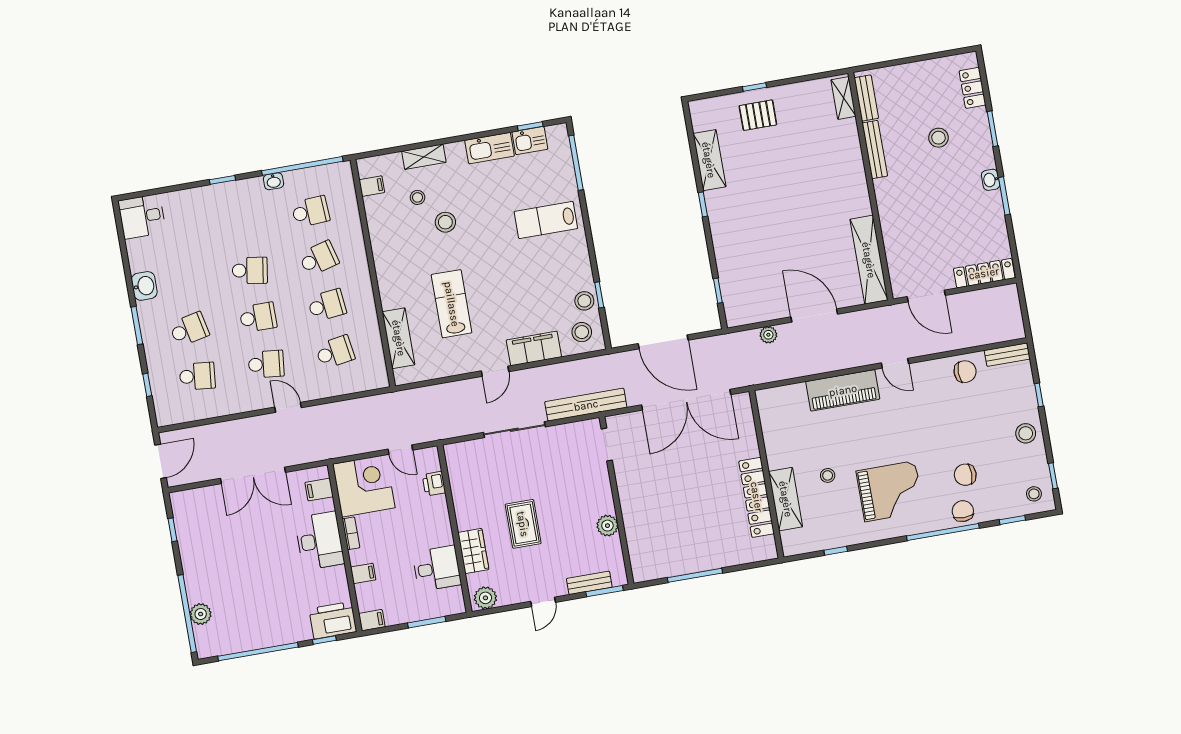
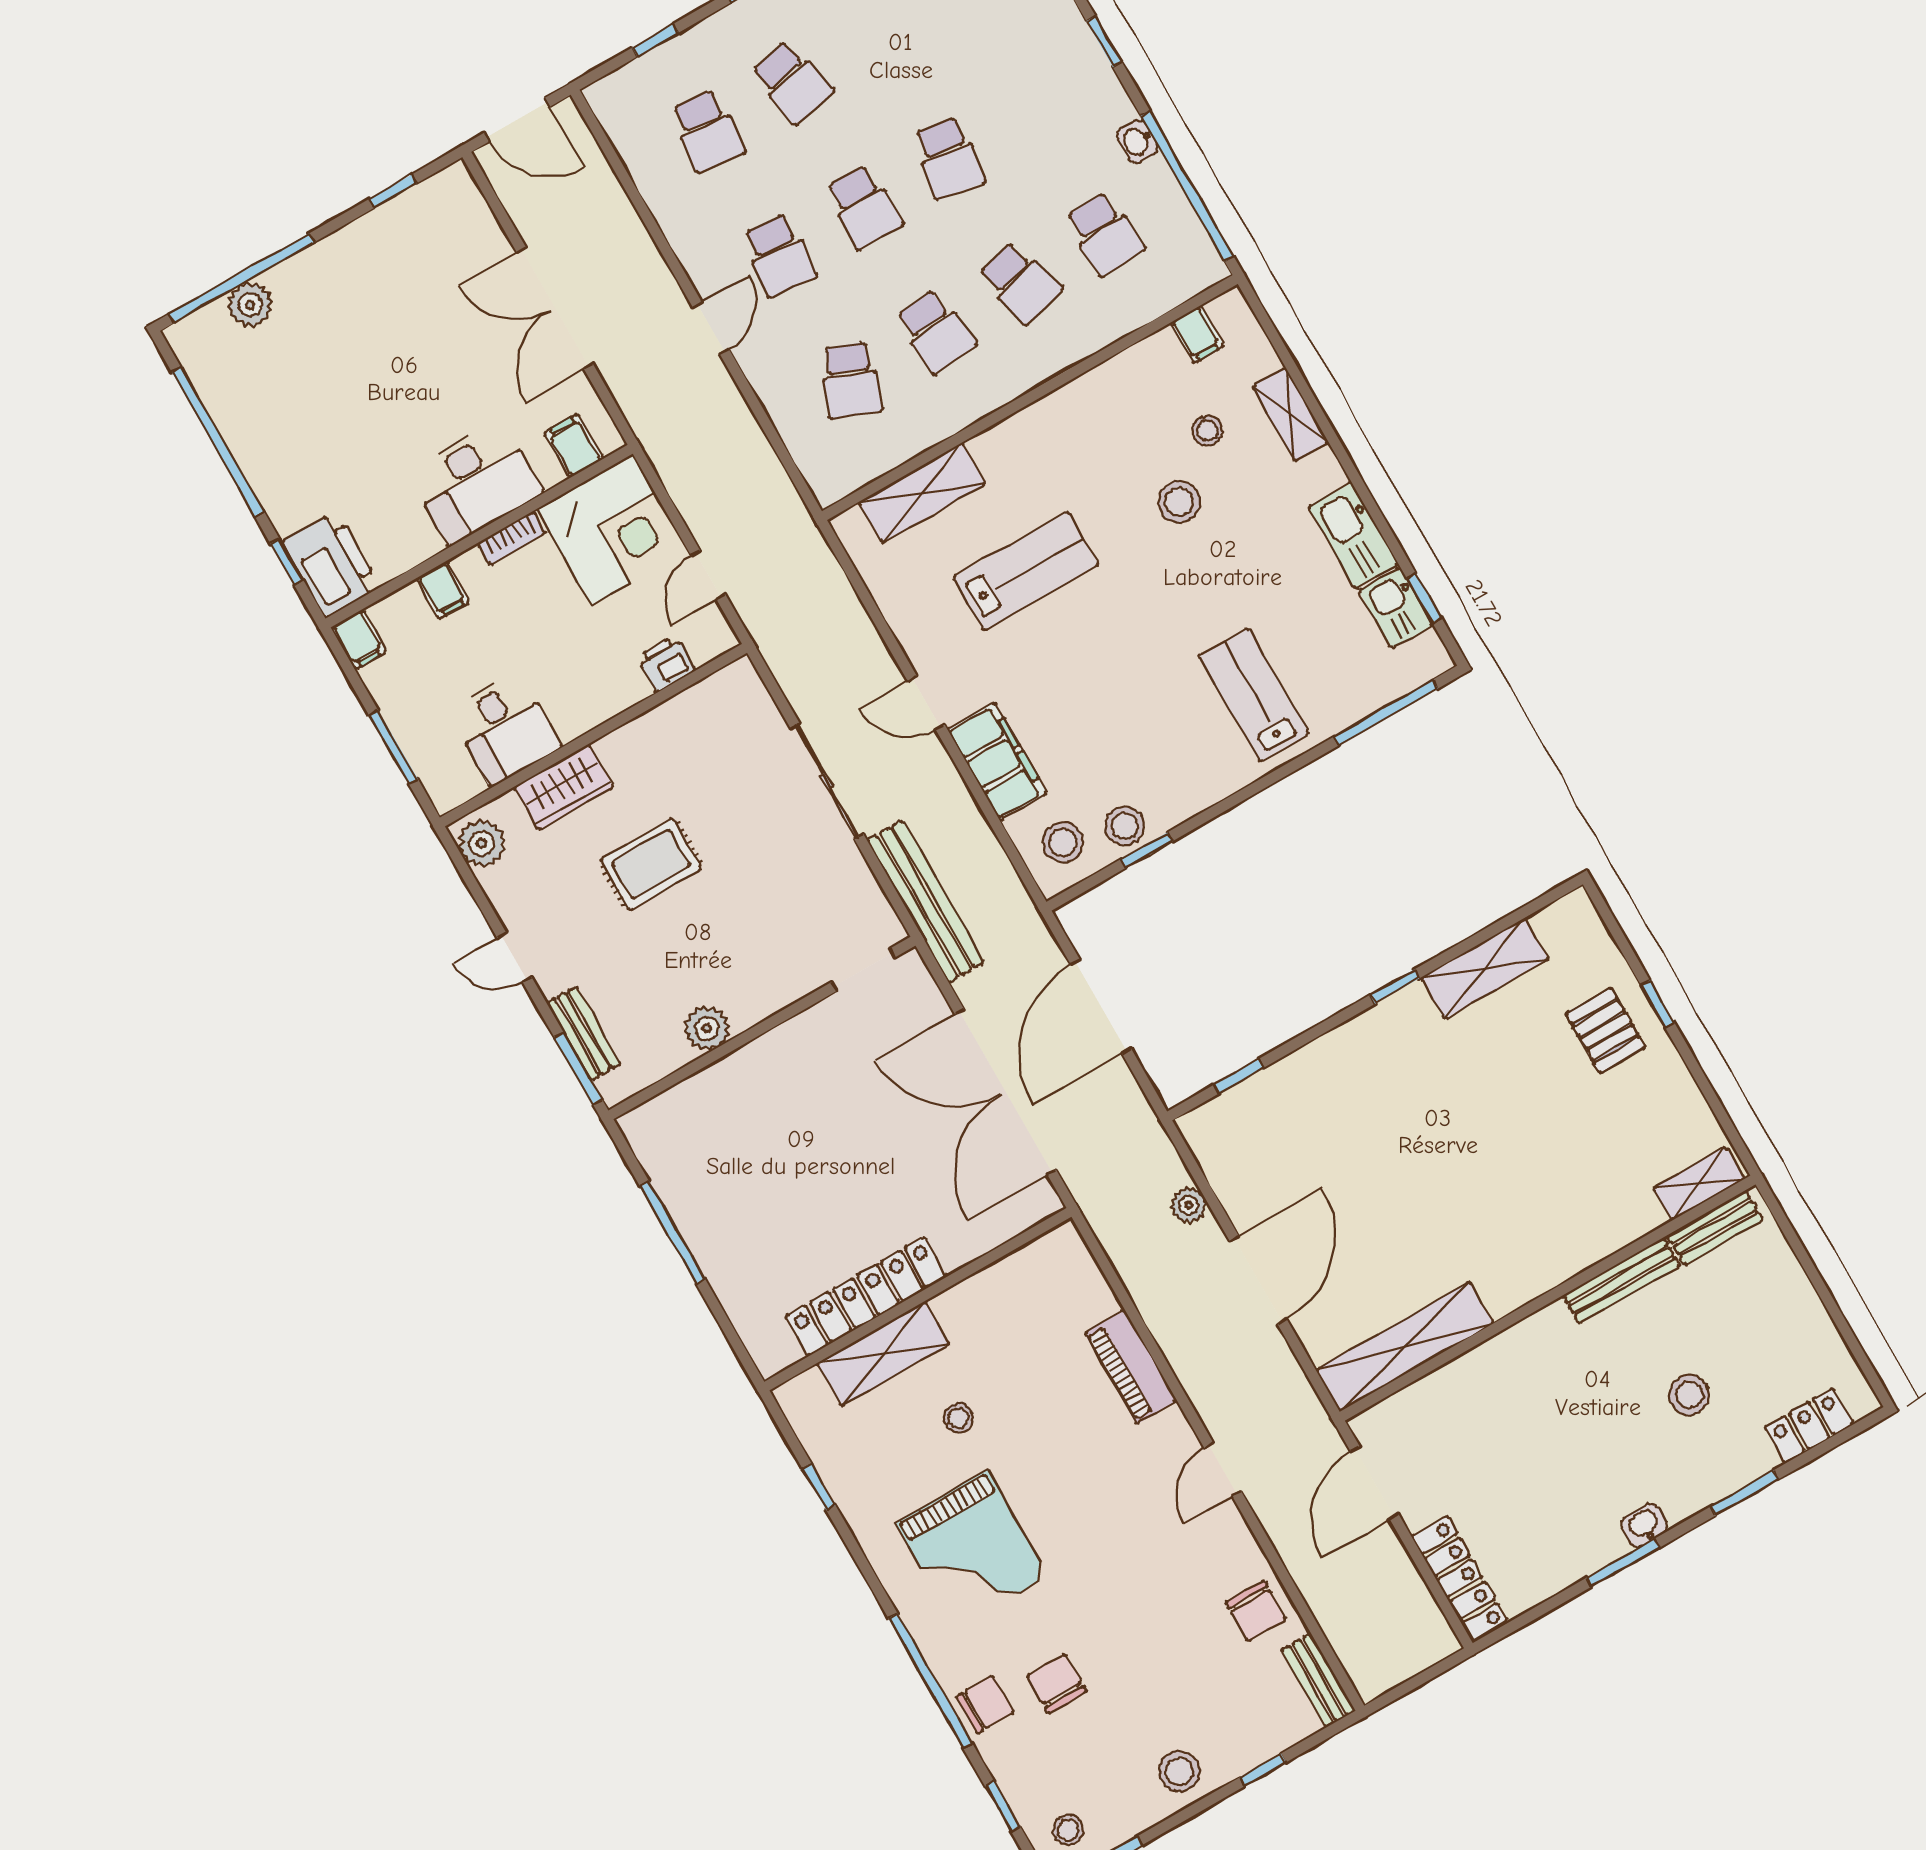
school desk: (335, 352) -> (851, 380), turned 30
piano: (843, 390) -> (1131, 1367), width x0.73, depth x0.75

